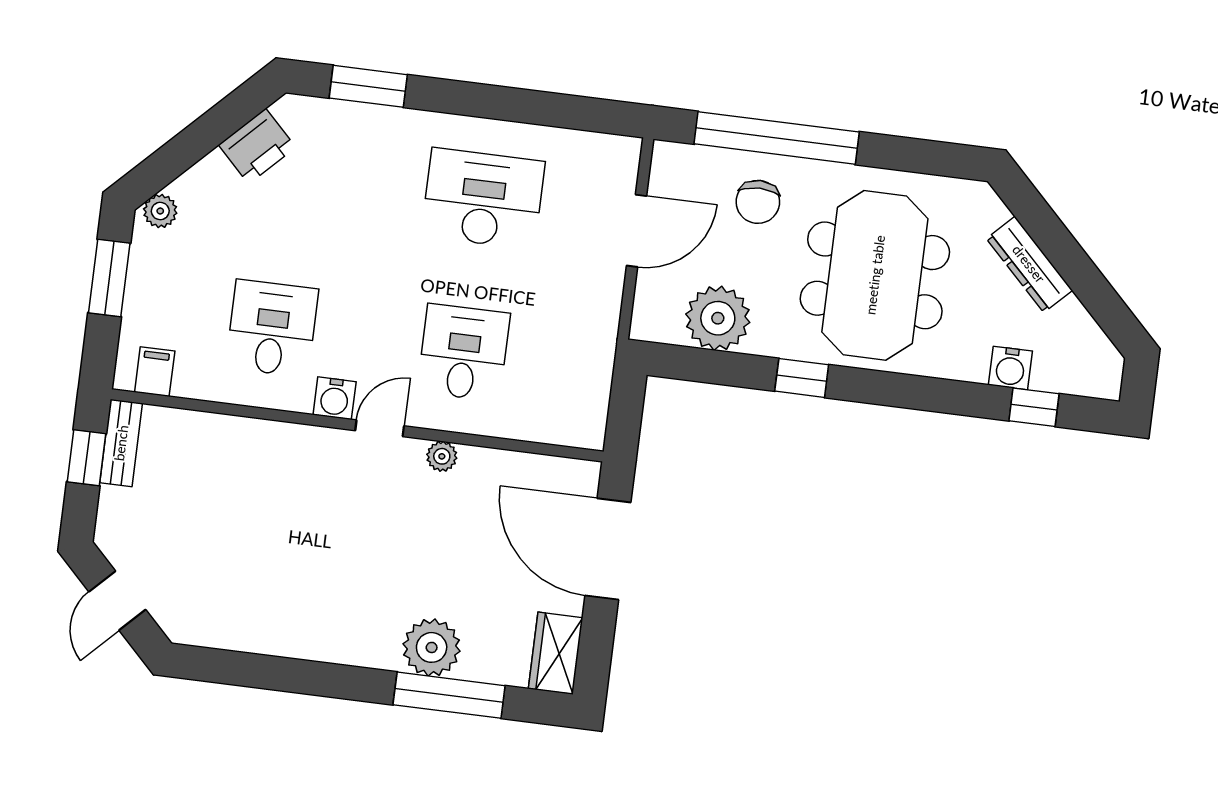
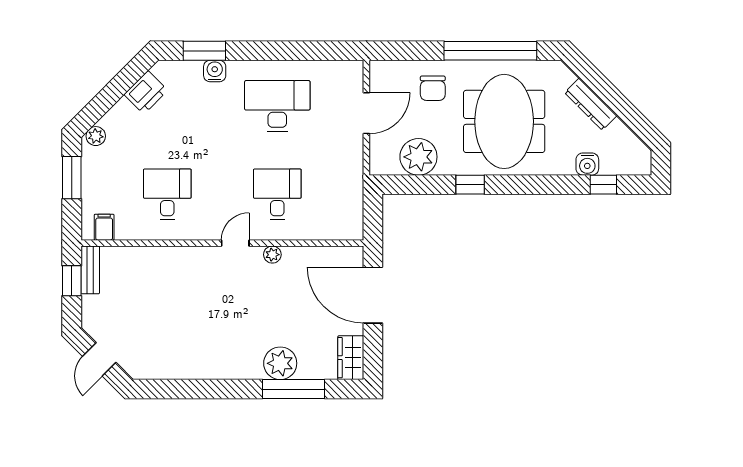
window: (777, 138) -> (490, 51), moved
water cooler: (335, 398) -> (215, 71), moved, turned 180

